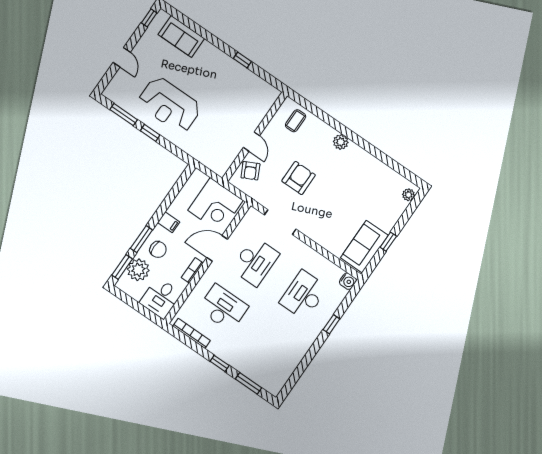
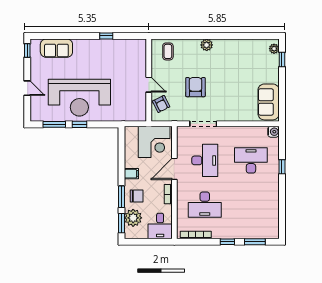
reception desk: (169, 105) -> (79, 98), width x1.36, depth x1.30
window: (388, 242) -> (282, 60), moved
desk: (304, 295) -> (251, 160), turned 90
desk: (223, 308) -> (205, 205), turned 180

